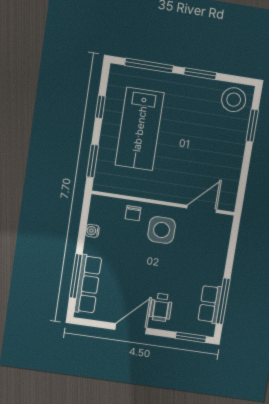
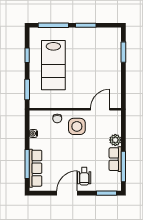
stool: (234, 100) -> (109, 38), removed
plant: (217, 259) -> (115, 140), added
row of seats: (210, 304) -> (115, 159), moved

